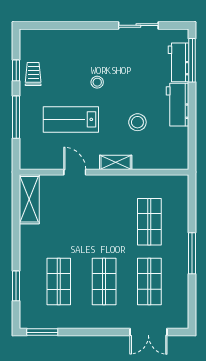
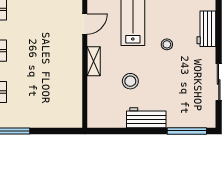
workbench: (179, 62) -> (206, 29), moved, turned -90
shop shelf: (149, 222) -> (39, 92), removed

